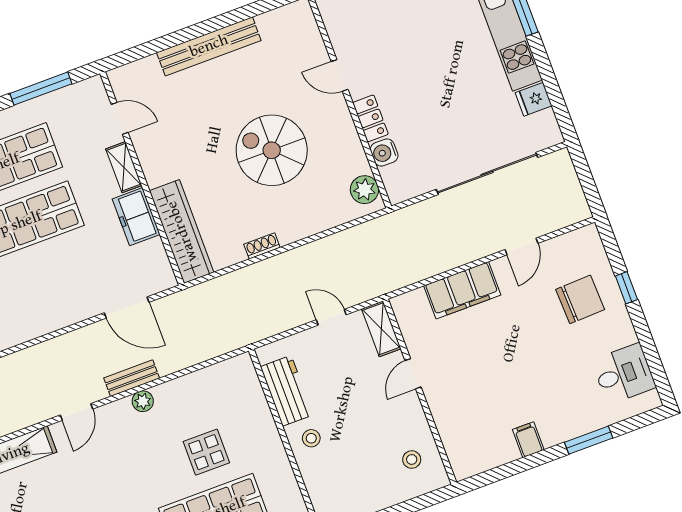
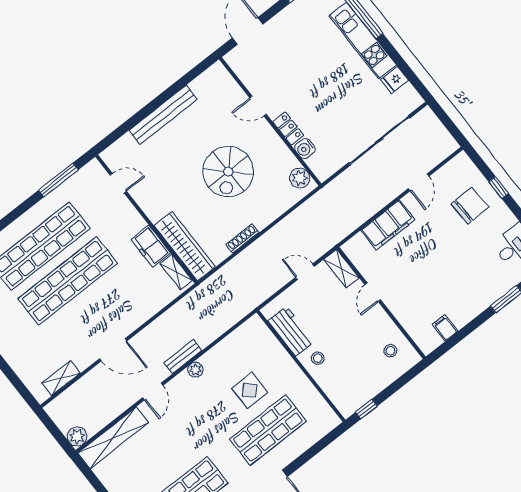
spiral stairs: (272, 150) -> (228, 172), turned -90
shelving: (124, 167) -> (176, 272), moved
shoe rack: (262, 246) -> (242, 239), width x1.43
door: (127, 307) -> (113, 350), moved
filing cabinet: (528, 440) -> (445, 328), moved

